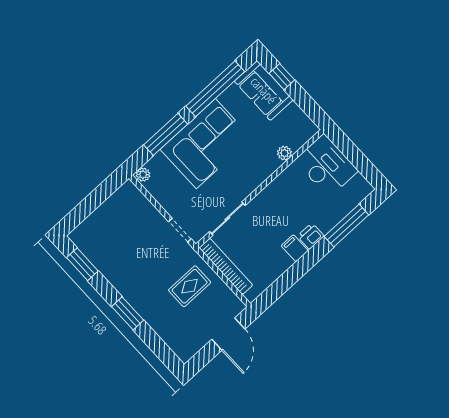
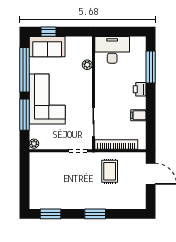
filing cabinet: (295, 248) -> (138, 115), moved

